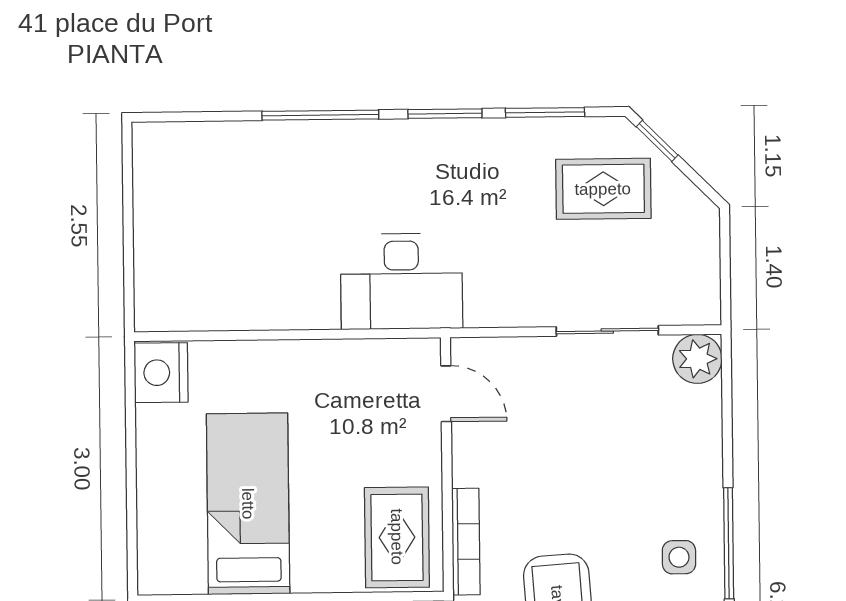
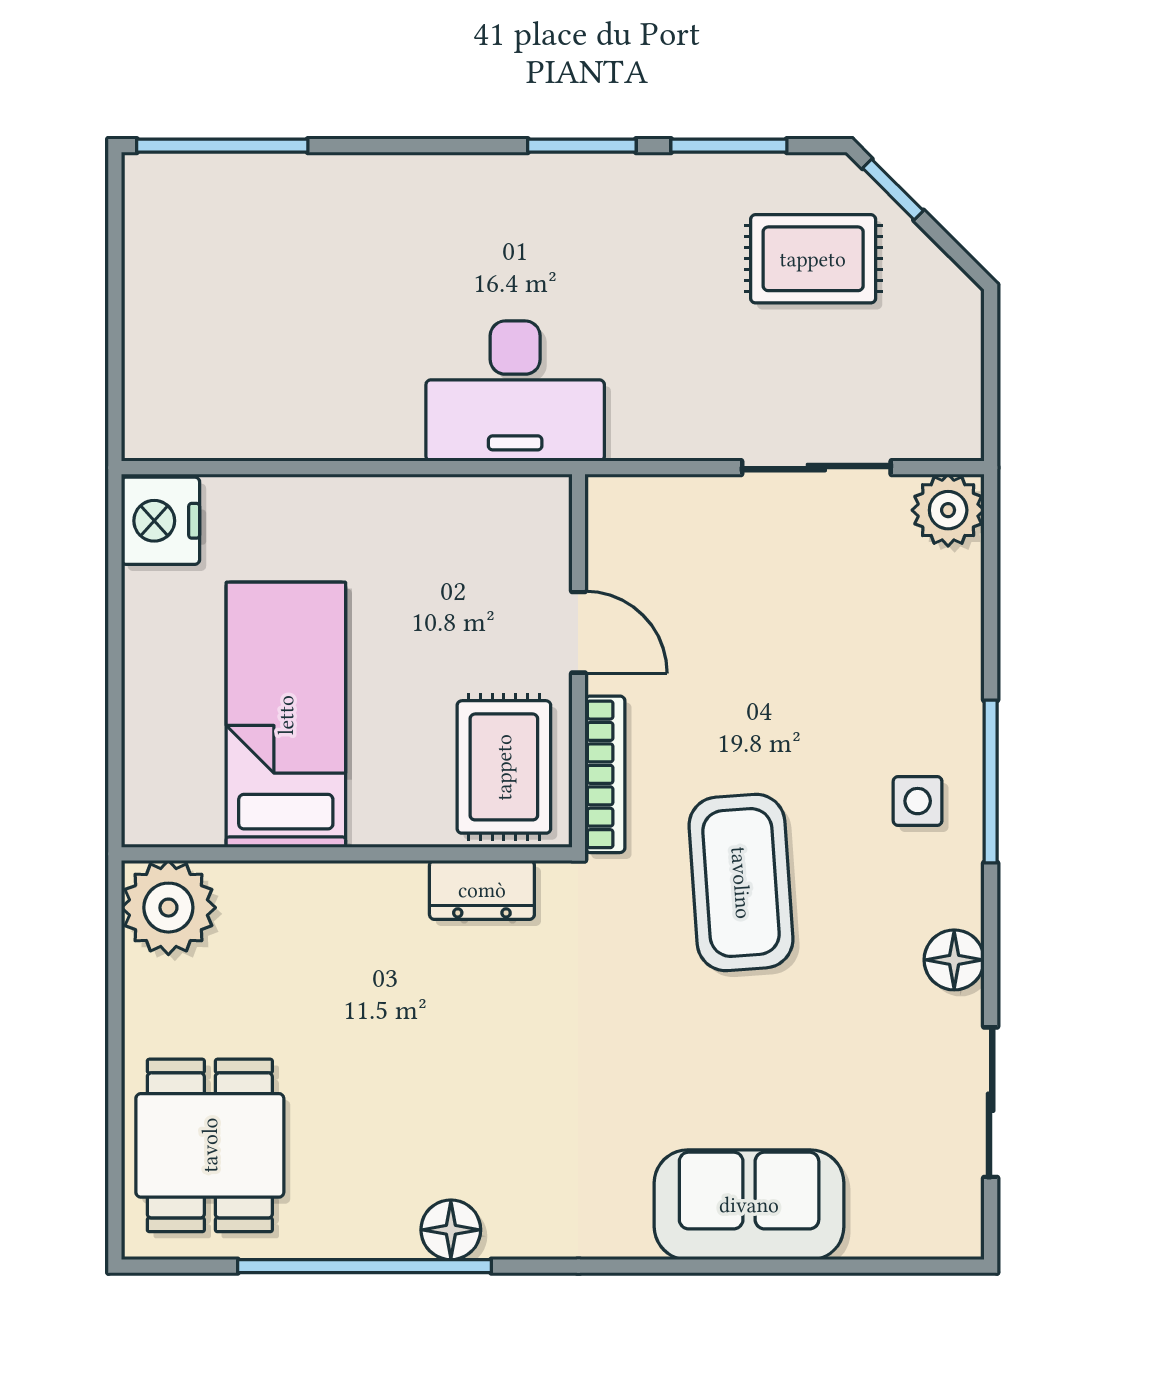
window: (320, 115) -> (222, 146), moved
door: (446, 394) -> (578, 632), moved

